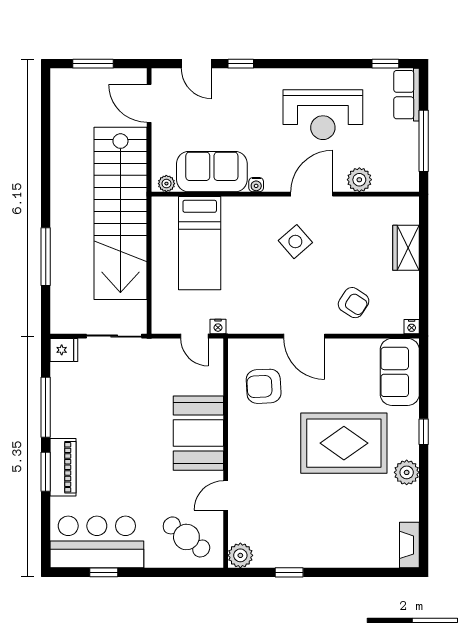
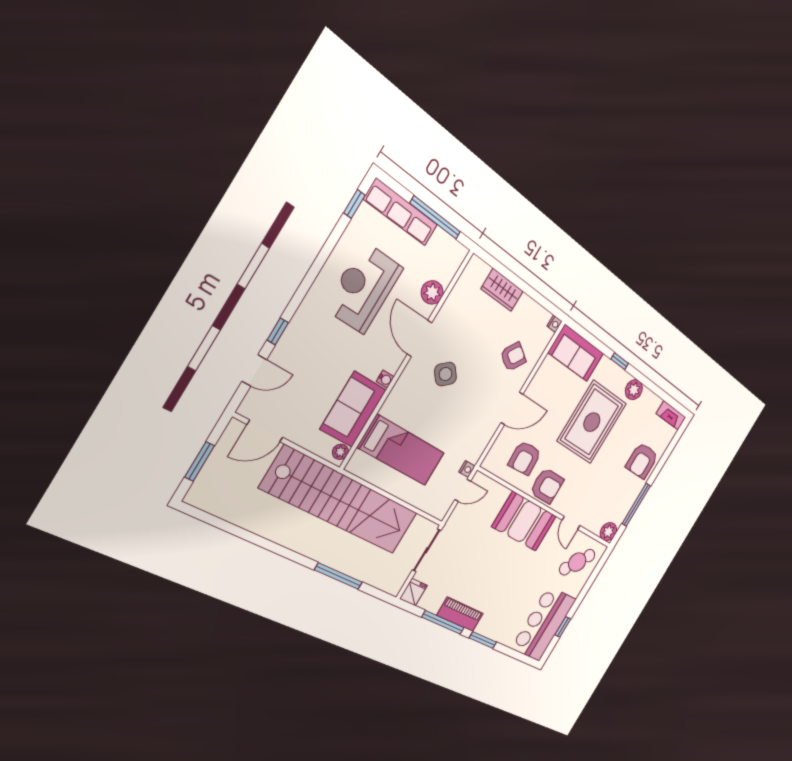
row of seats: (407, 95) -> (401, 212), width x1.48
reception desk: (323, 115) -> (364, 288), turned 180
armchair: (249, 434) -> (547, 486), added
piano: (63, 467) -> (460, 614), moved
armchair: (340, 542) -> (642, 461), added
window: (289, 572) -> (636, 505), width x2.17

